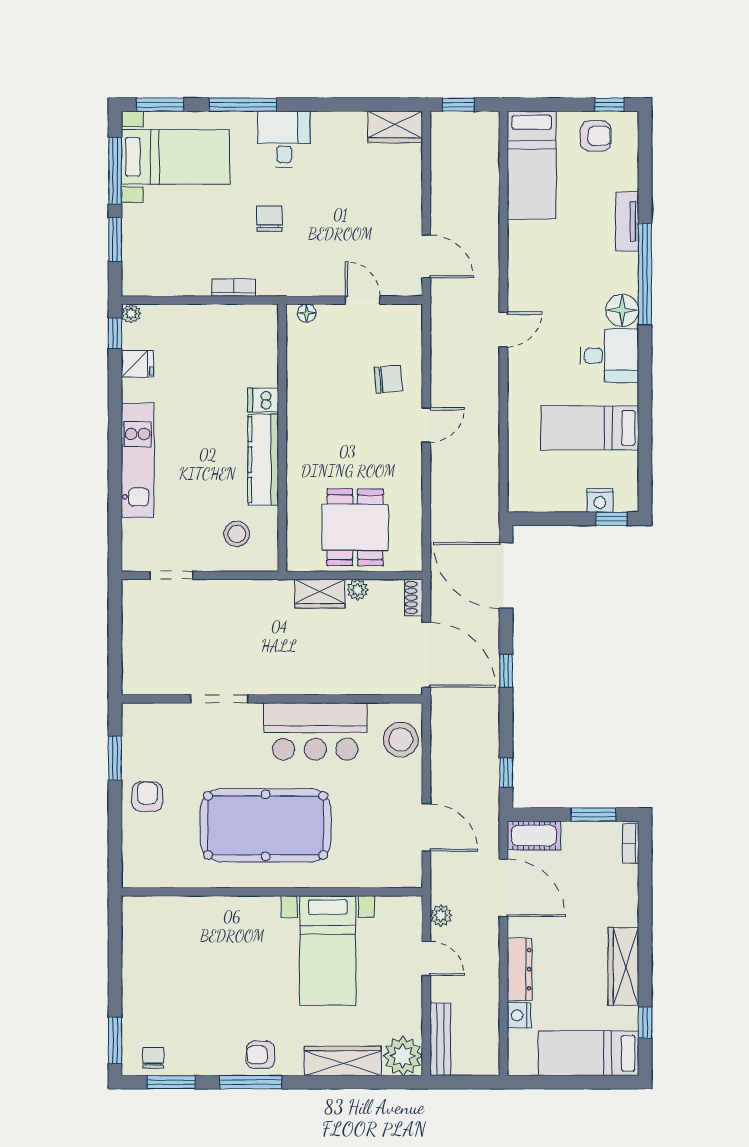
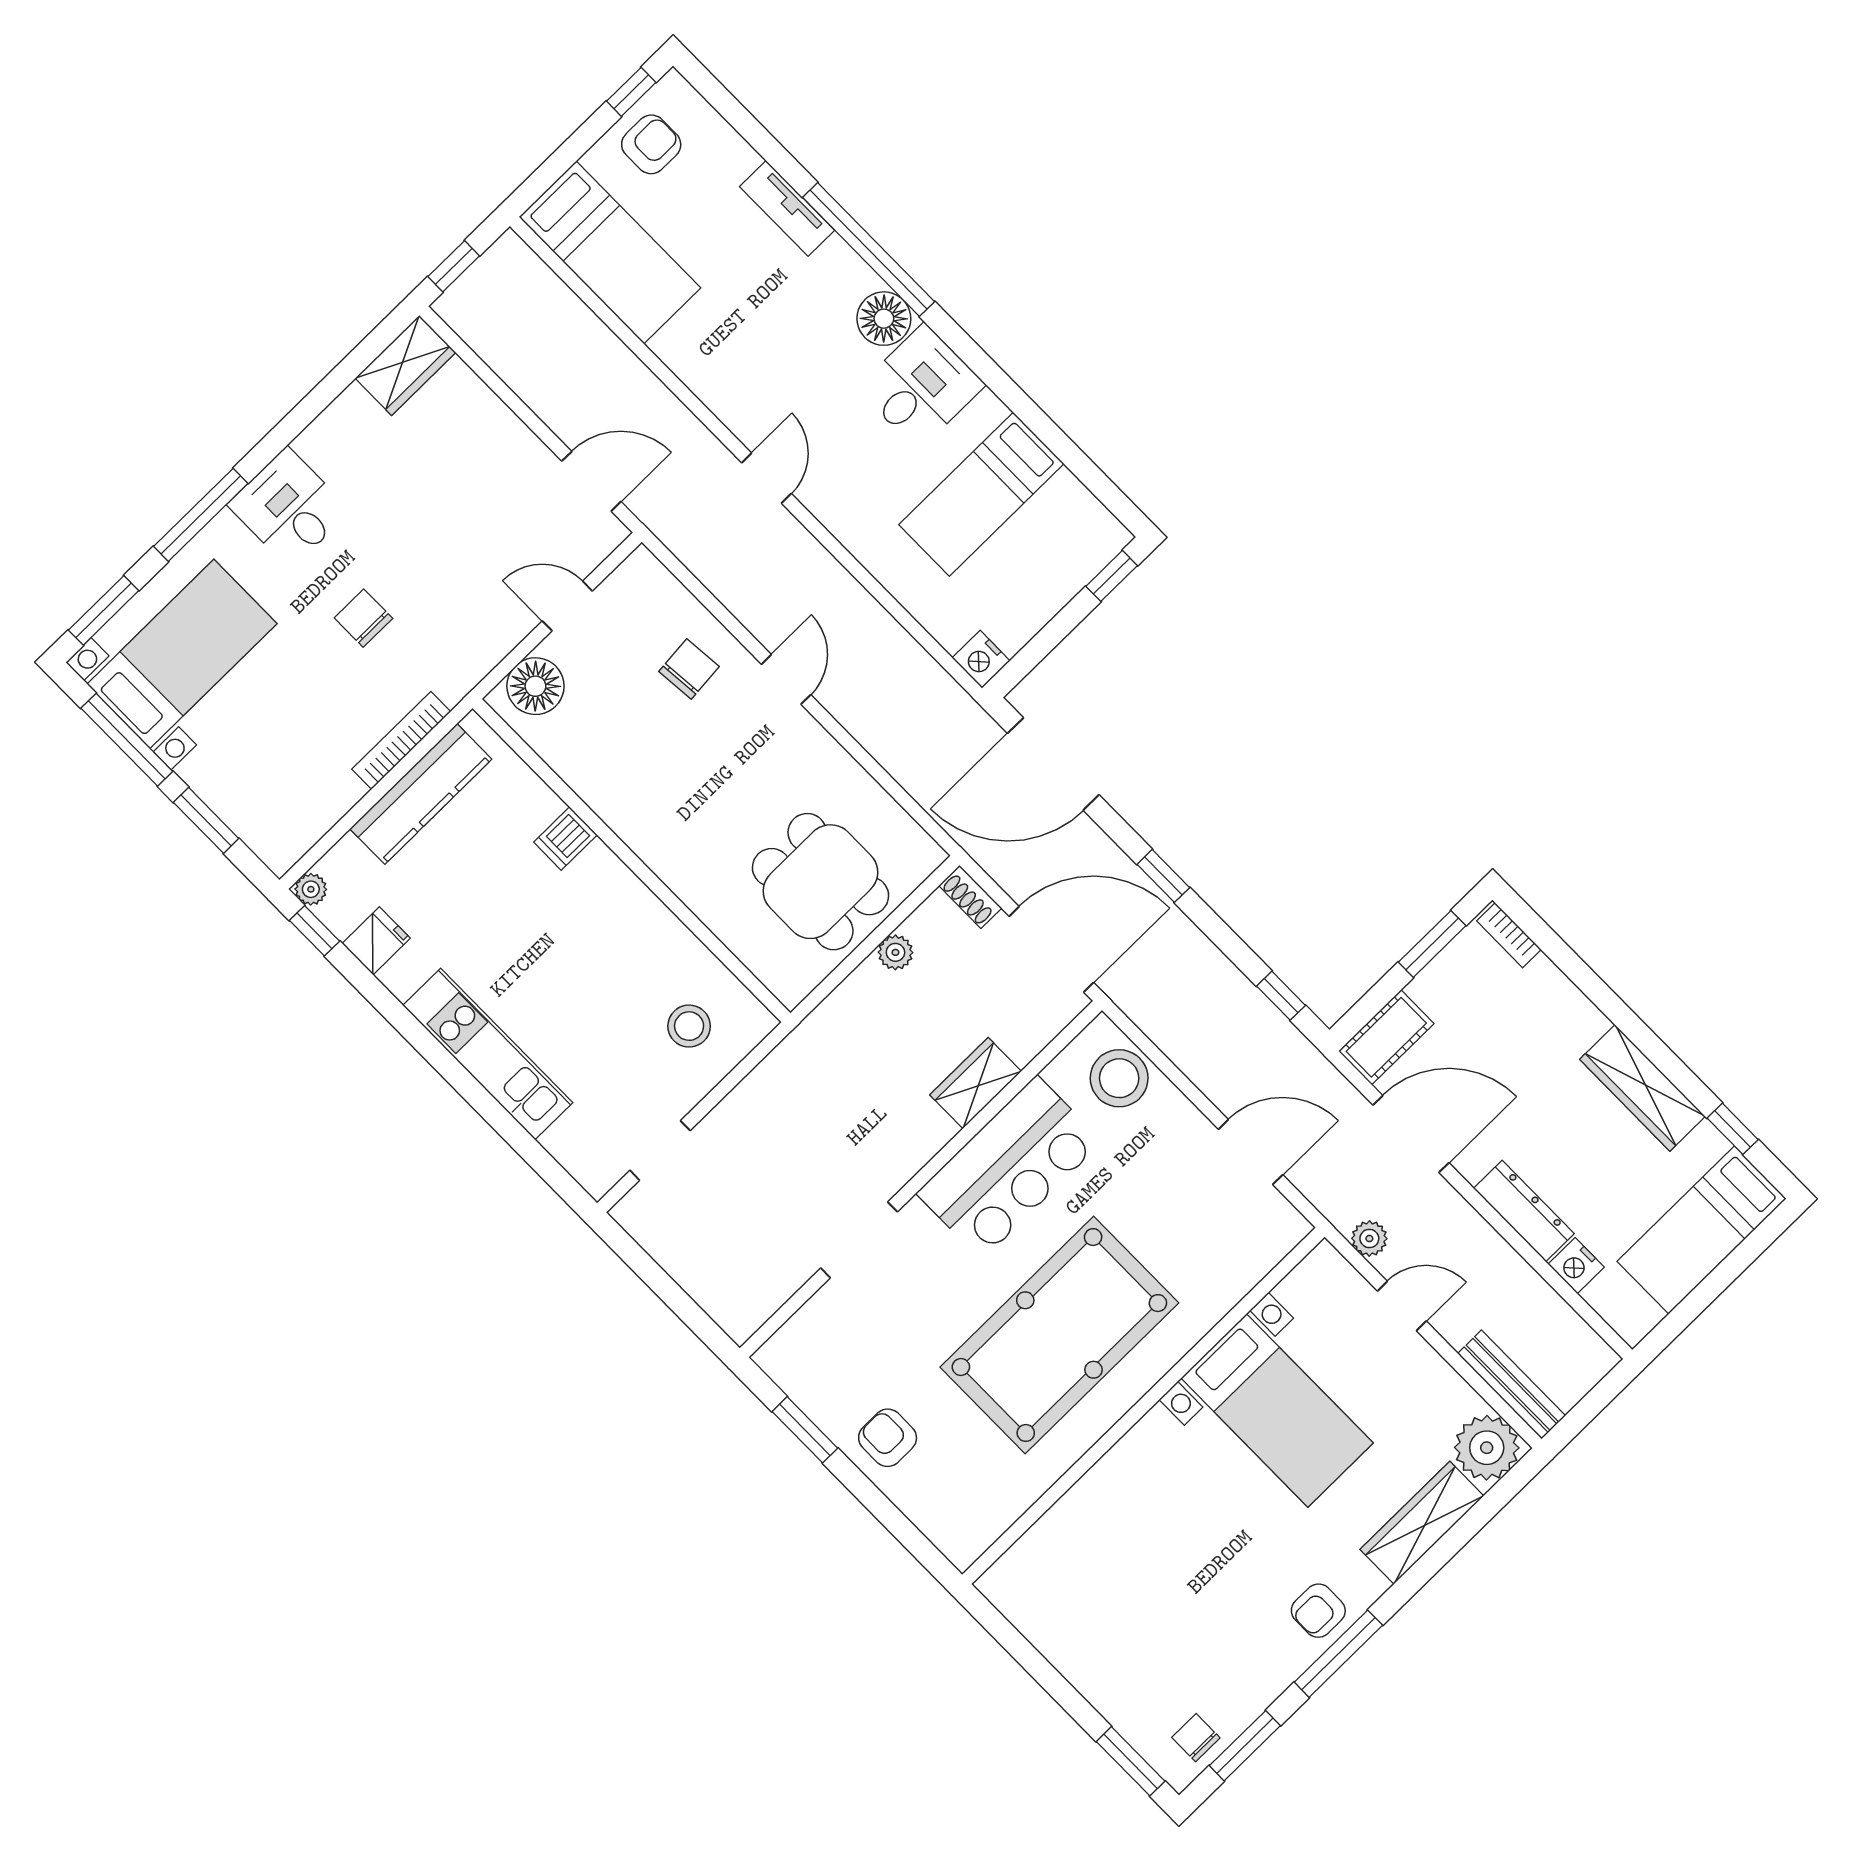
bookcase: (234, 288) -> (401, 740), width x1.56
floor lamp: (307, 313) -> (535, 686), width x1.89, depth x1.89
kitchen counter: (263, 460) -> (421, 794), moved, turned -90
nightstand: (600, 500) -> (981, 659), moved, turned 90
wardrobe: (320, 594) -> (976, 1083), moved, turned 180

